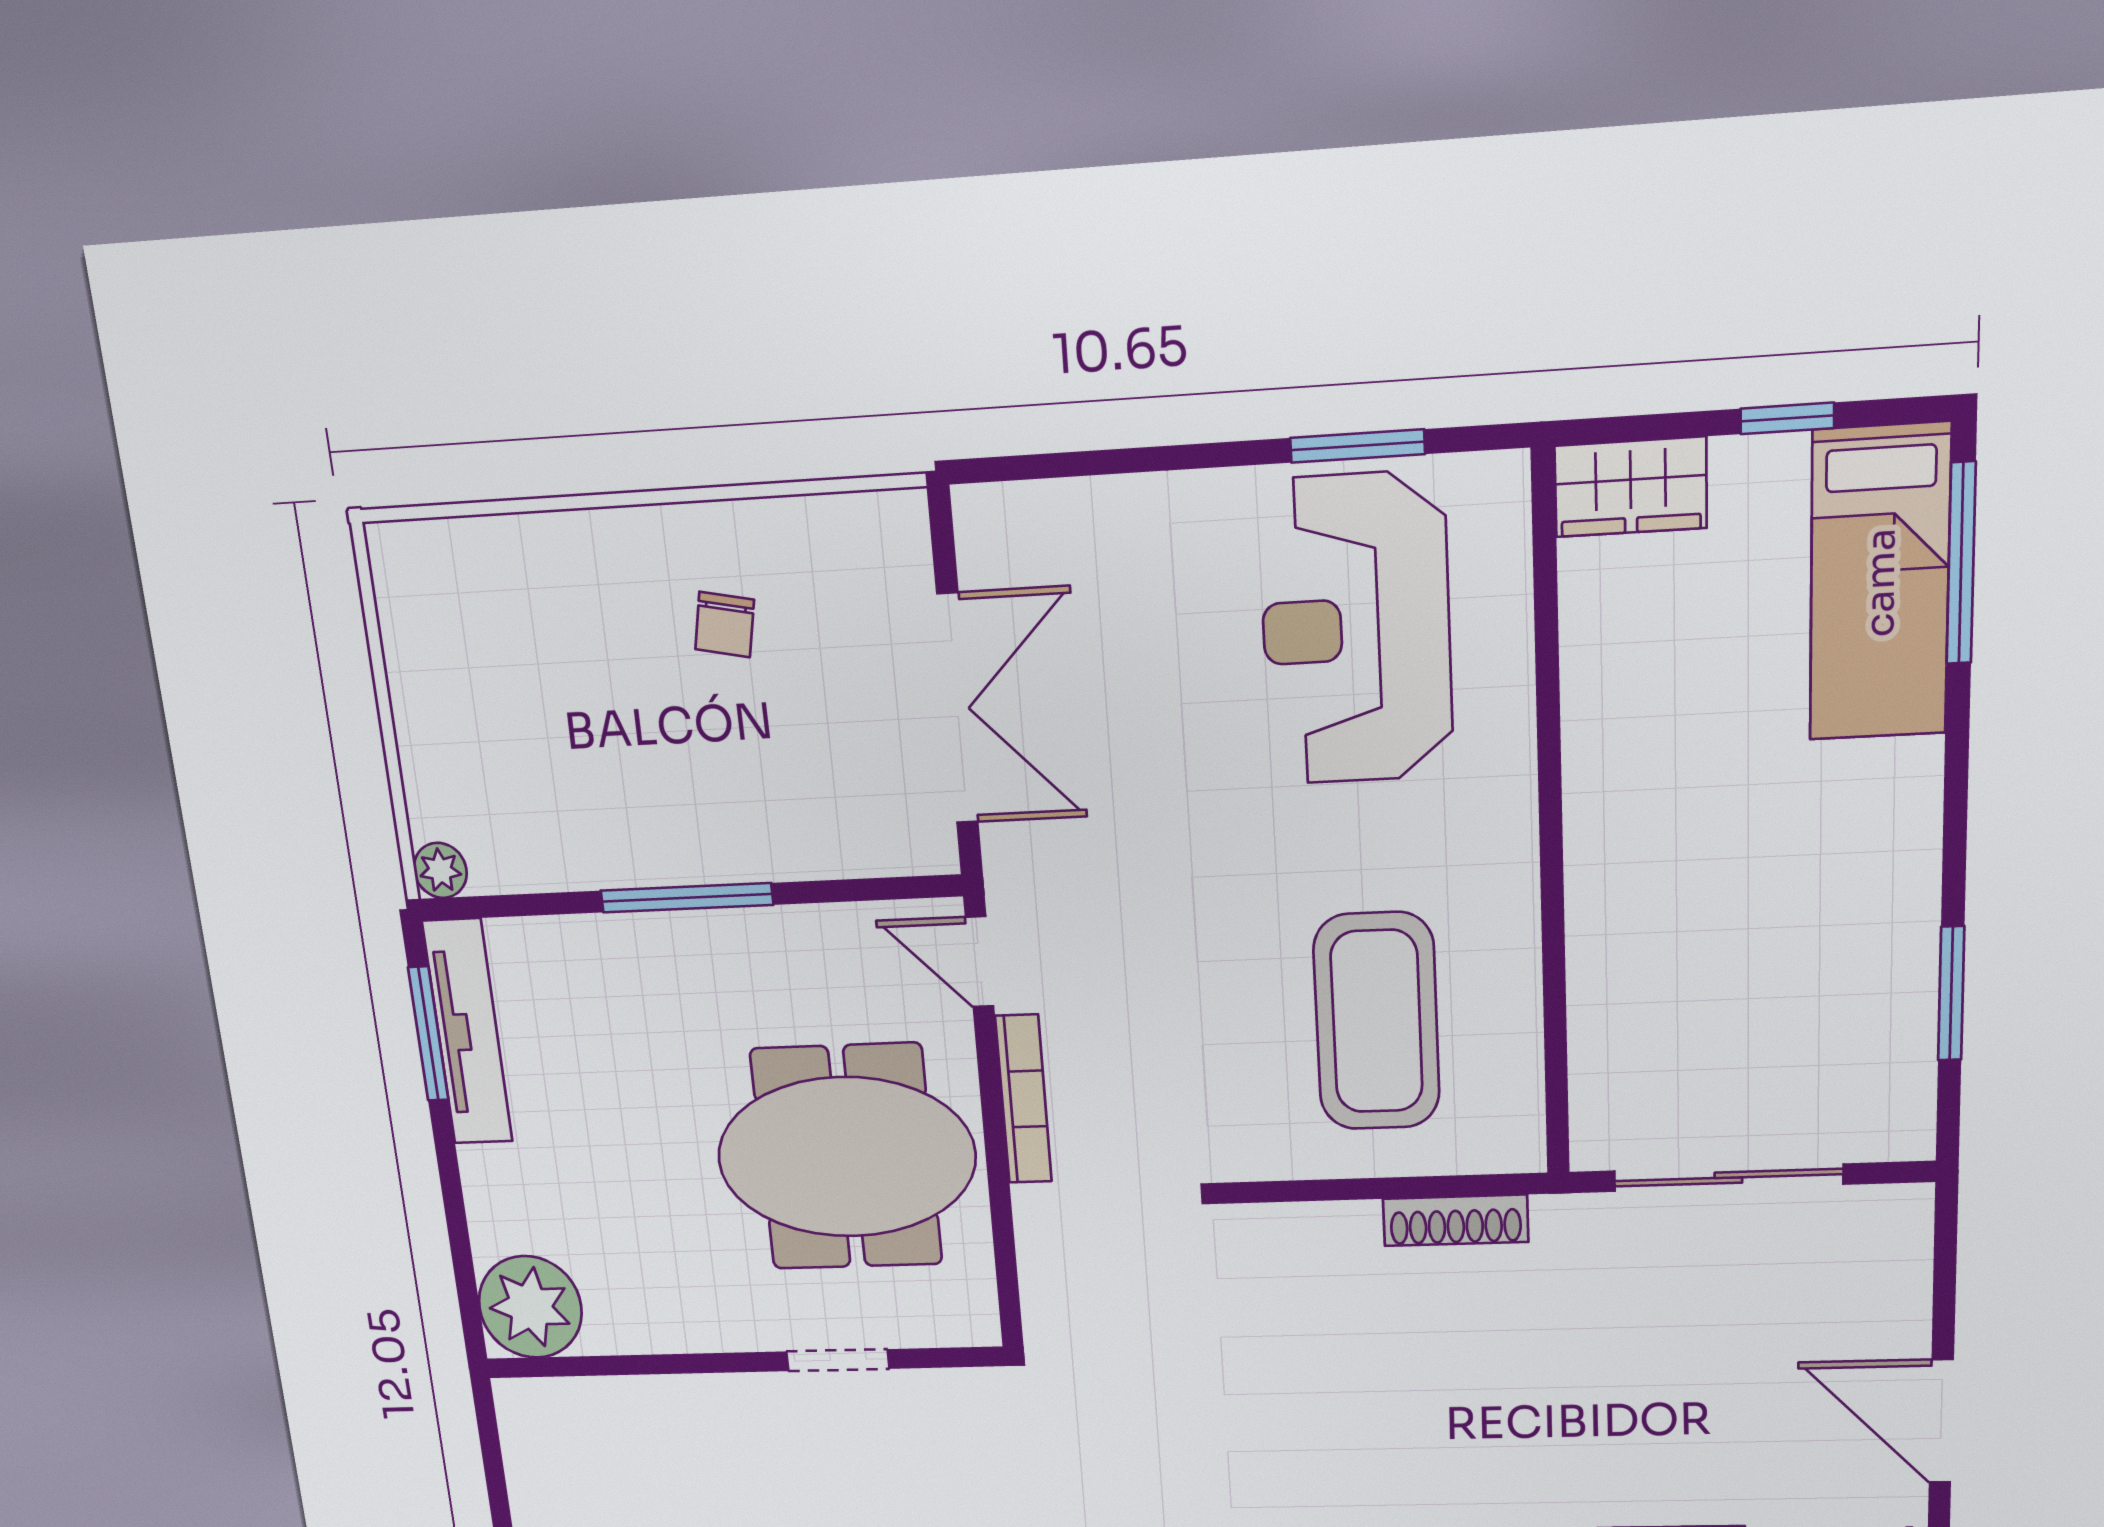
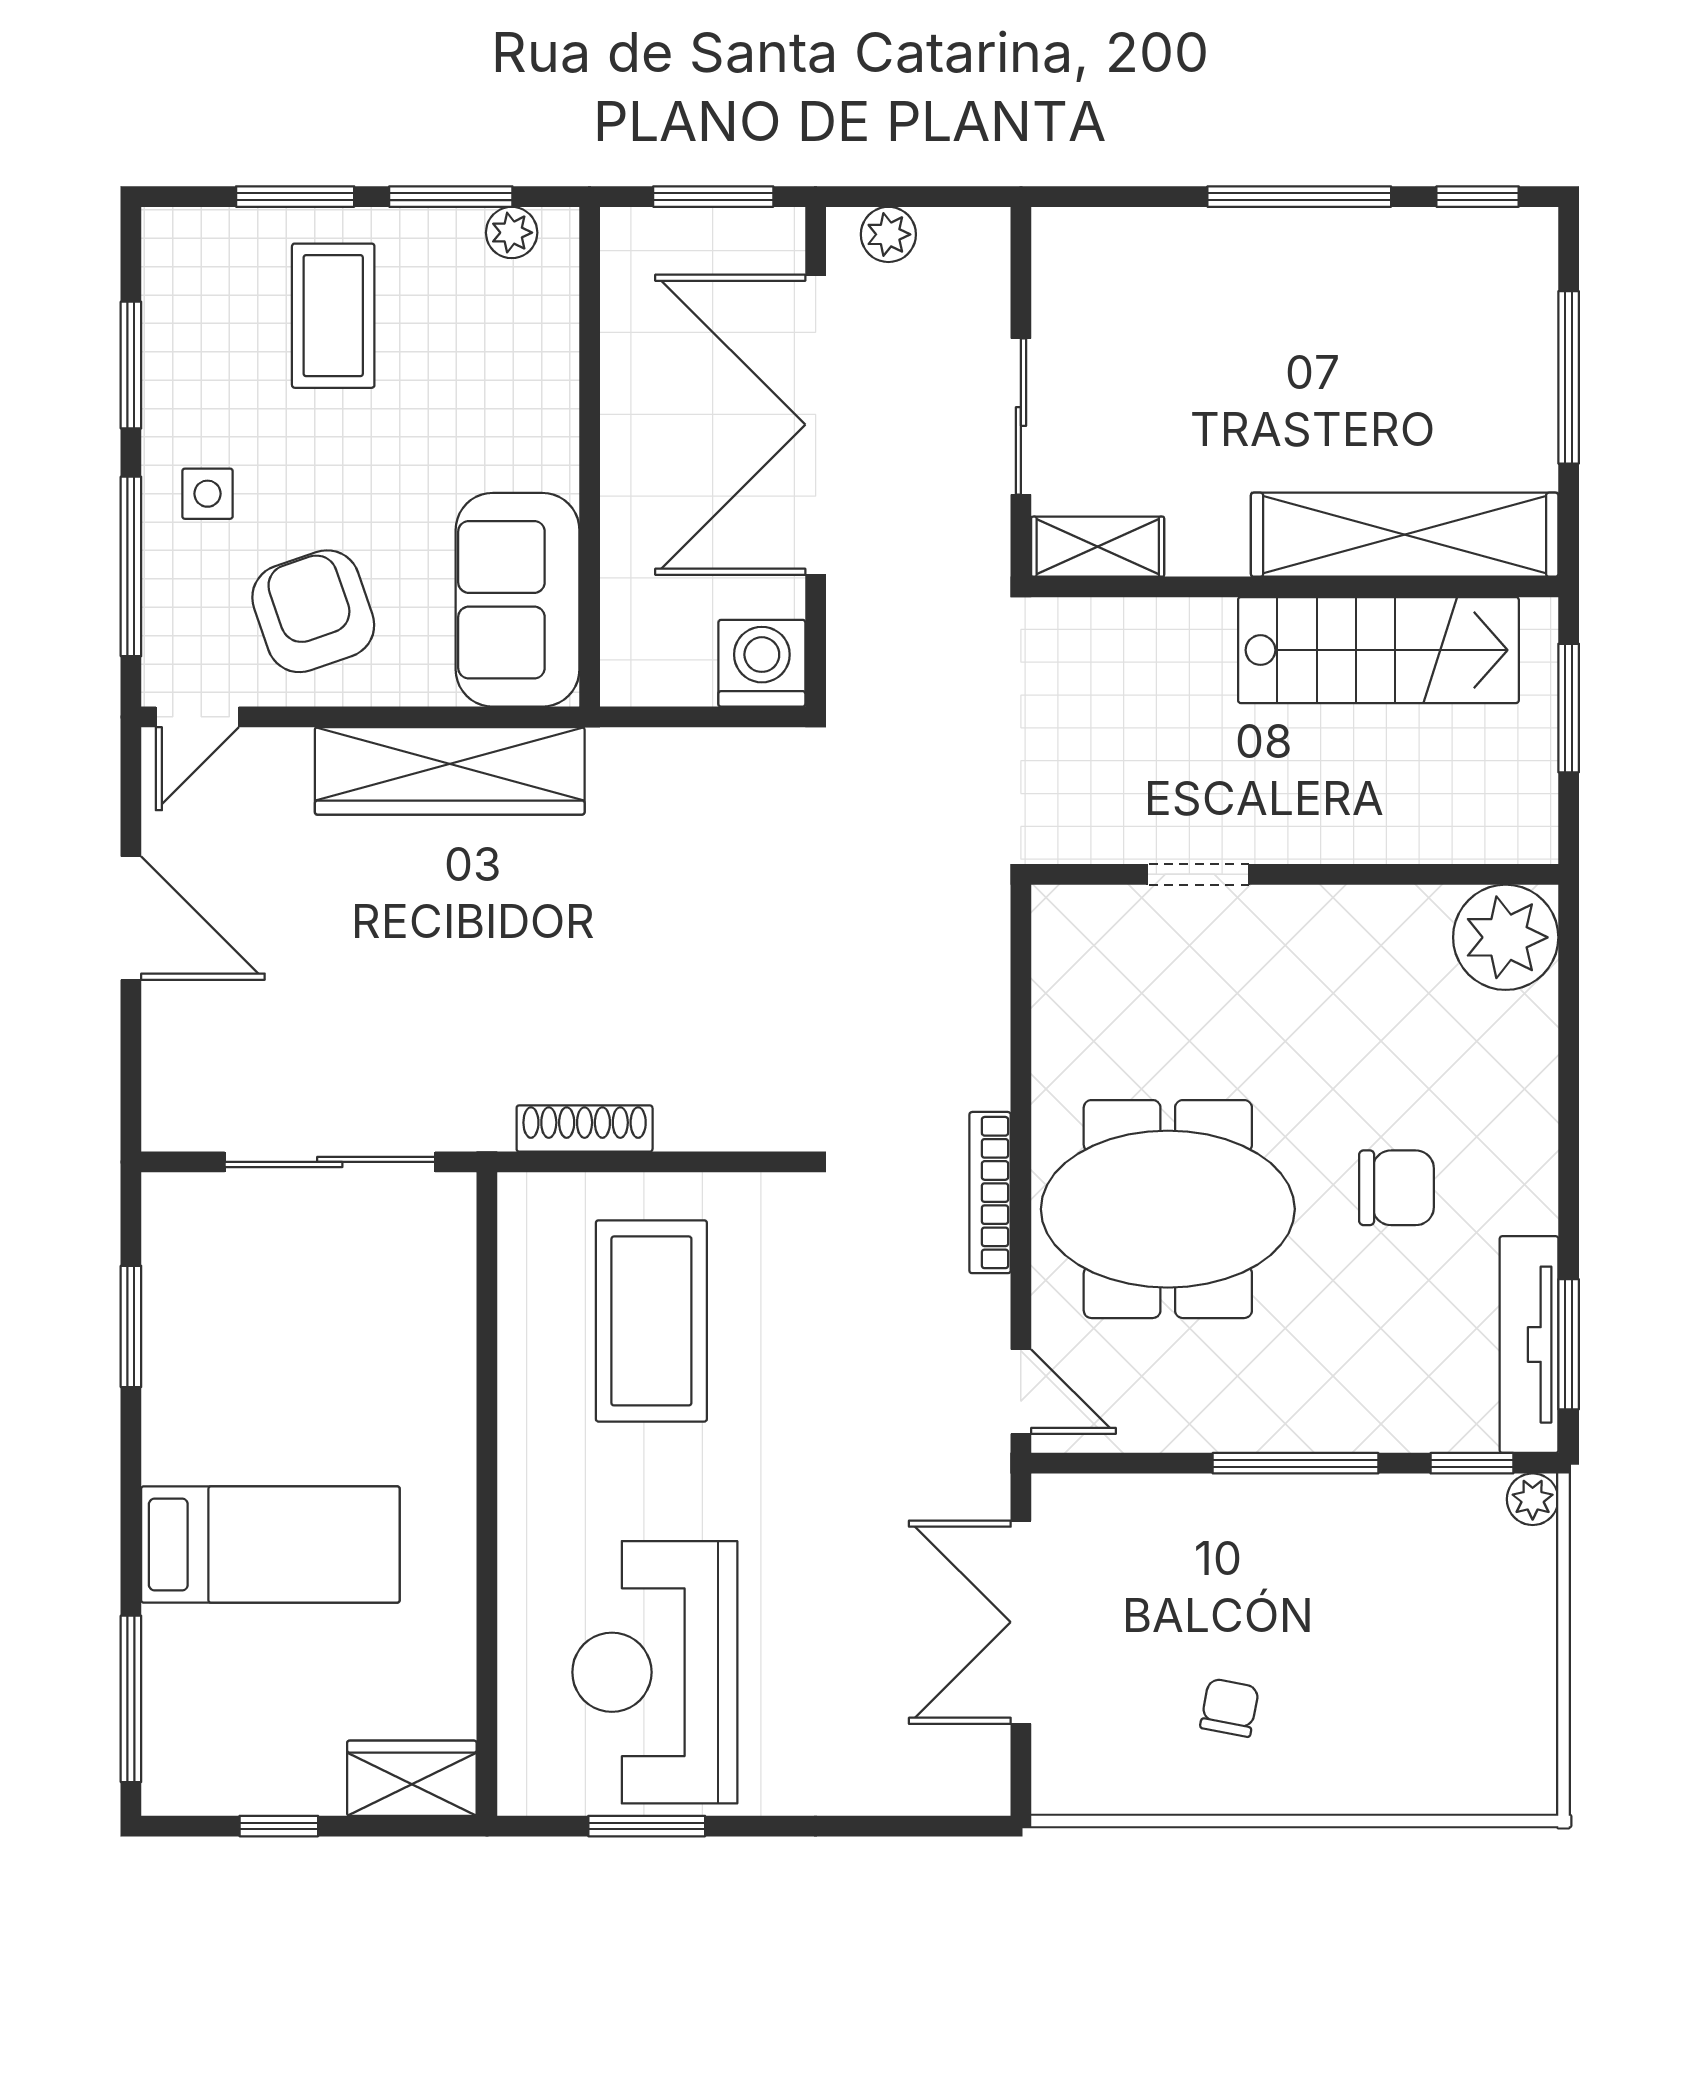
bed: (1880, 583) -> (270, 1545), moved, turned 90
reception desk: (1356, 629) -> (655, 1672), turned 180
window: (507, 906) -> (1472, 1463), added
bookcase: (1023, 1099) -> (990, 1193), moved
chair: (621, 1186) -> (1397, 1188), added
plant: (530, 1307) -> (1506, 937), moved
doorway: (838, 1360) -> (1198, 874), moved
wall: (743, 1362) -> (1295, 874), moved

